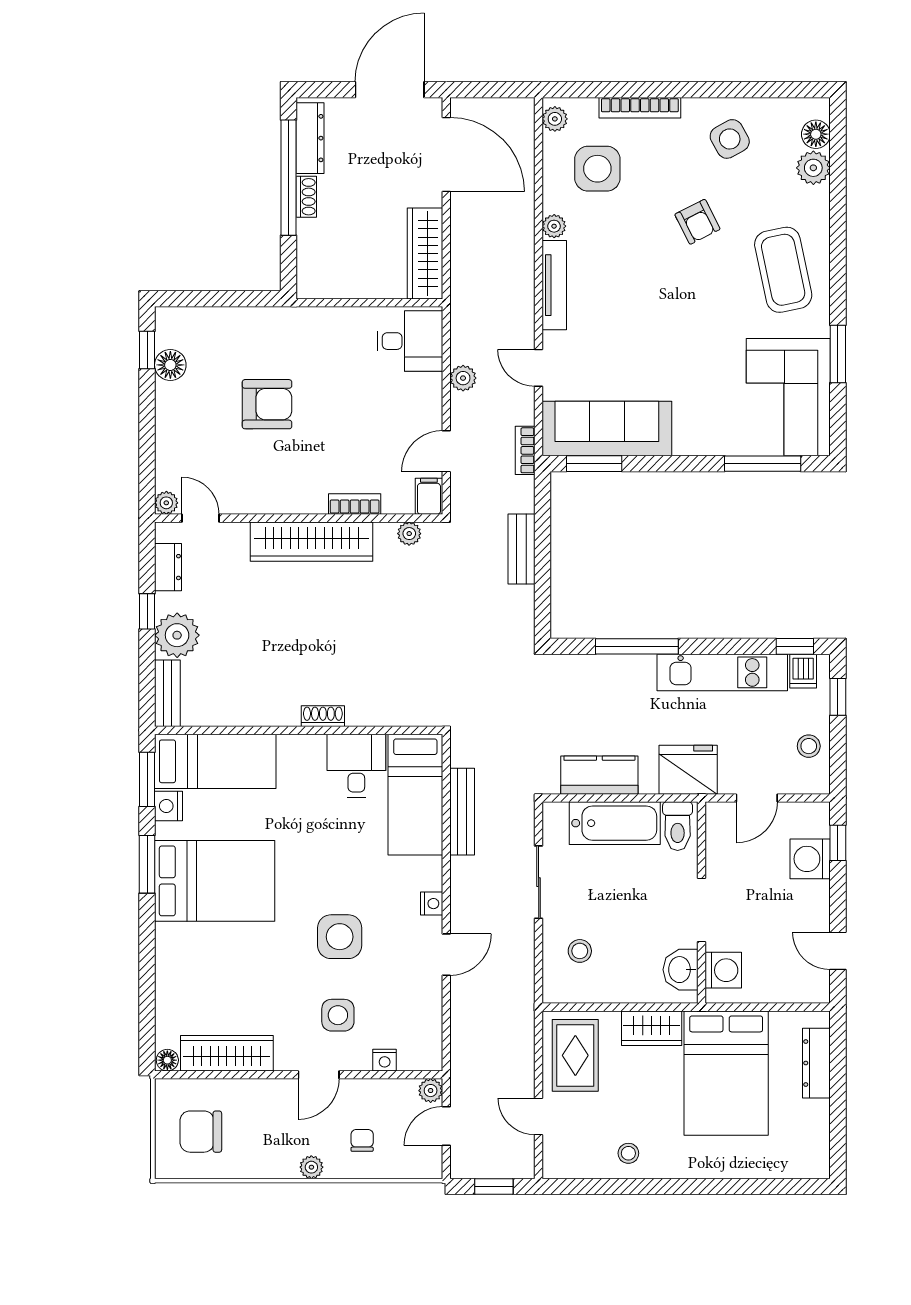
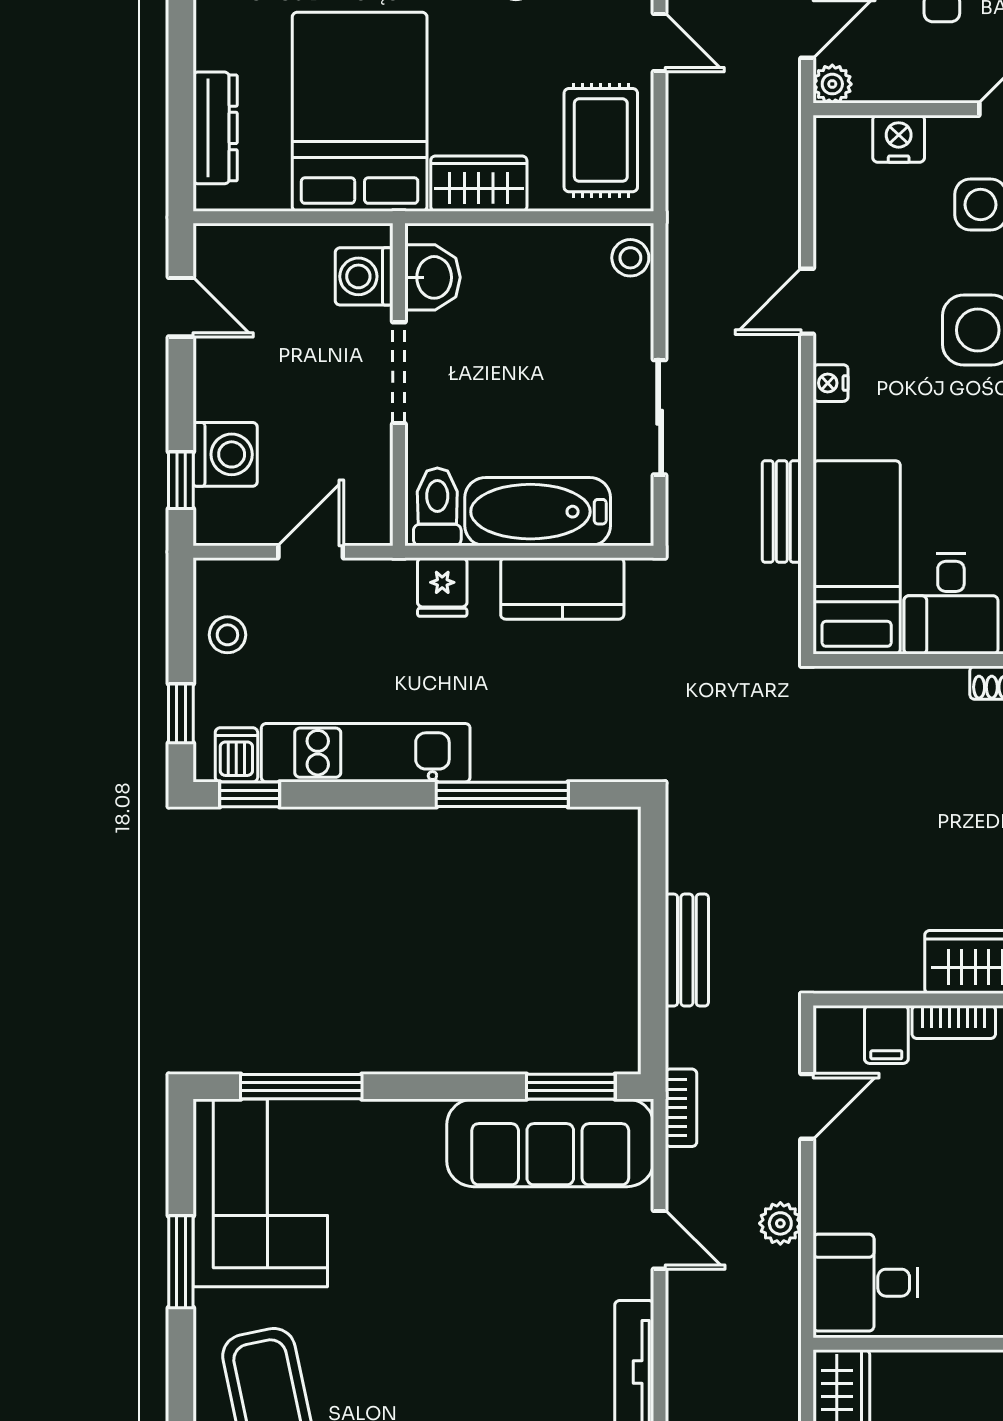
filing cabinet: (429, 496) -> (886, 1034), moved
plant: (409, 534) -> (866, 975), removed
fridge: (688, 770) -> (442, 587), width x0.53, depth x0.75
bench: (462, 812) -> (782, 512), width x0.73
stool: (580, 951) -> (630, 258), moved
nightstand: (385, 1060) -> (899, 139), width x1.39, depth x1.35

